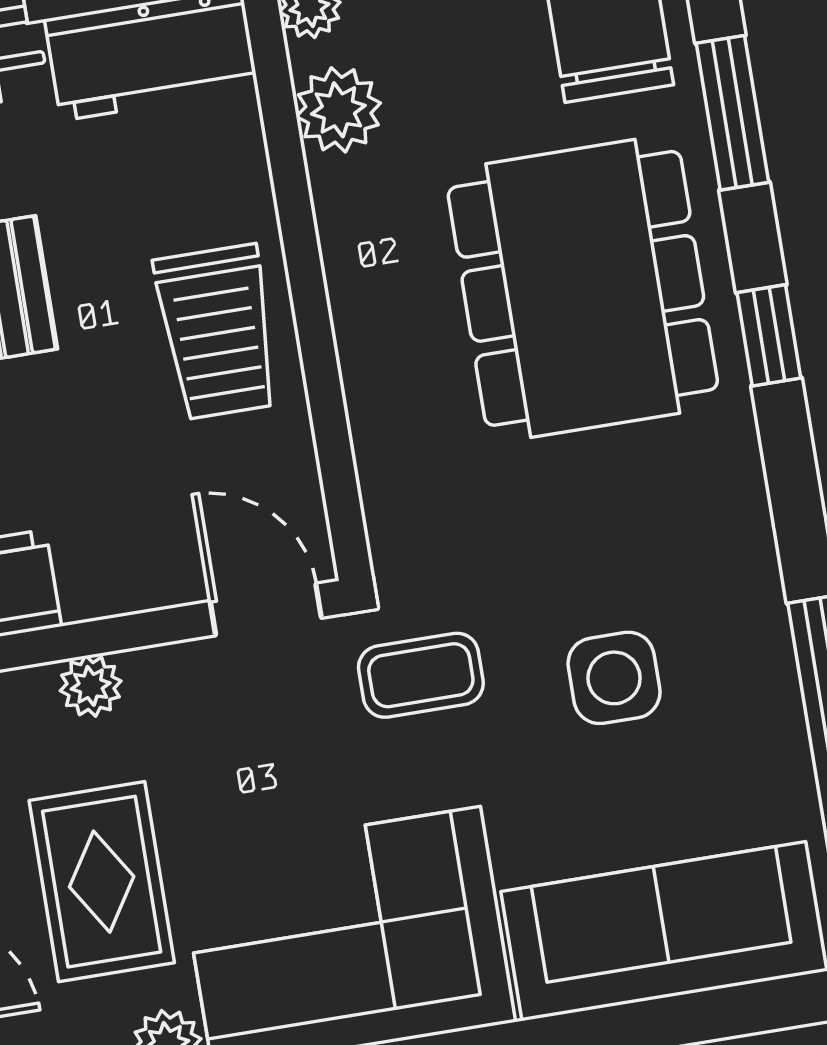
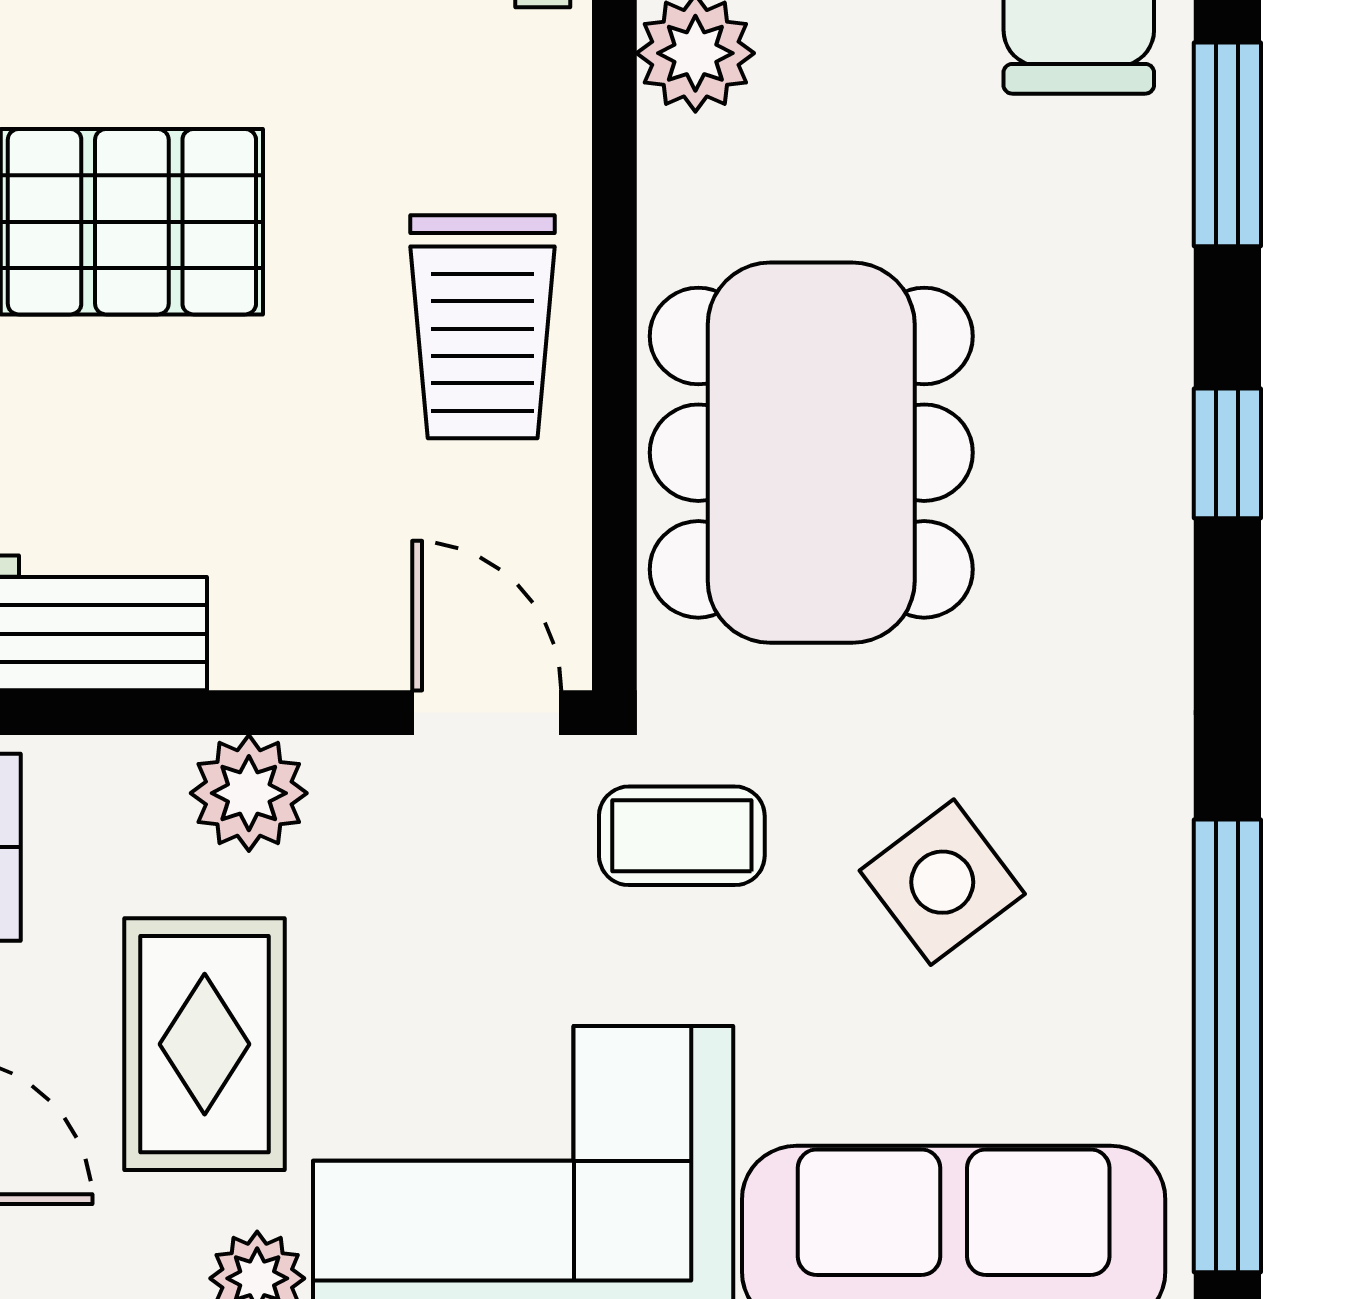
dining table: (583, 288) -> (811, 453), moved
side table: (614, 678) -> (942, 882), turned -37
plant: (91, 686) -> (249, 793), width x1.38, depth x1.38

